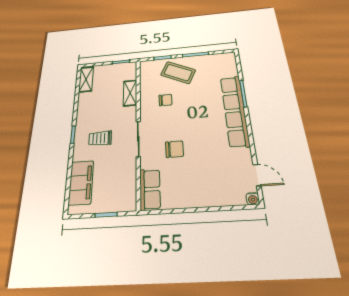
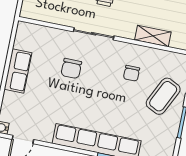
row of seats: (150, 189) -> (18, 71), moved, turned -90

